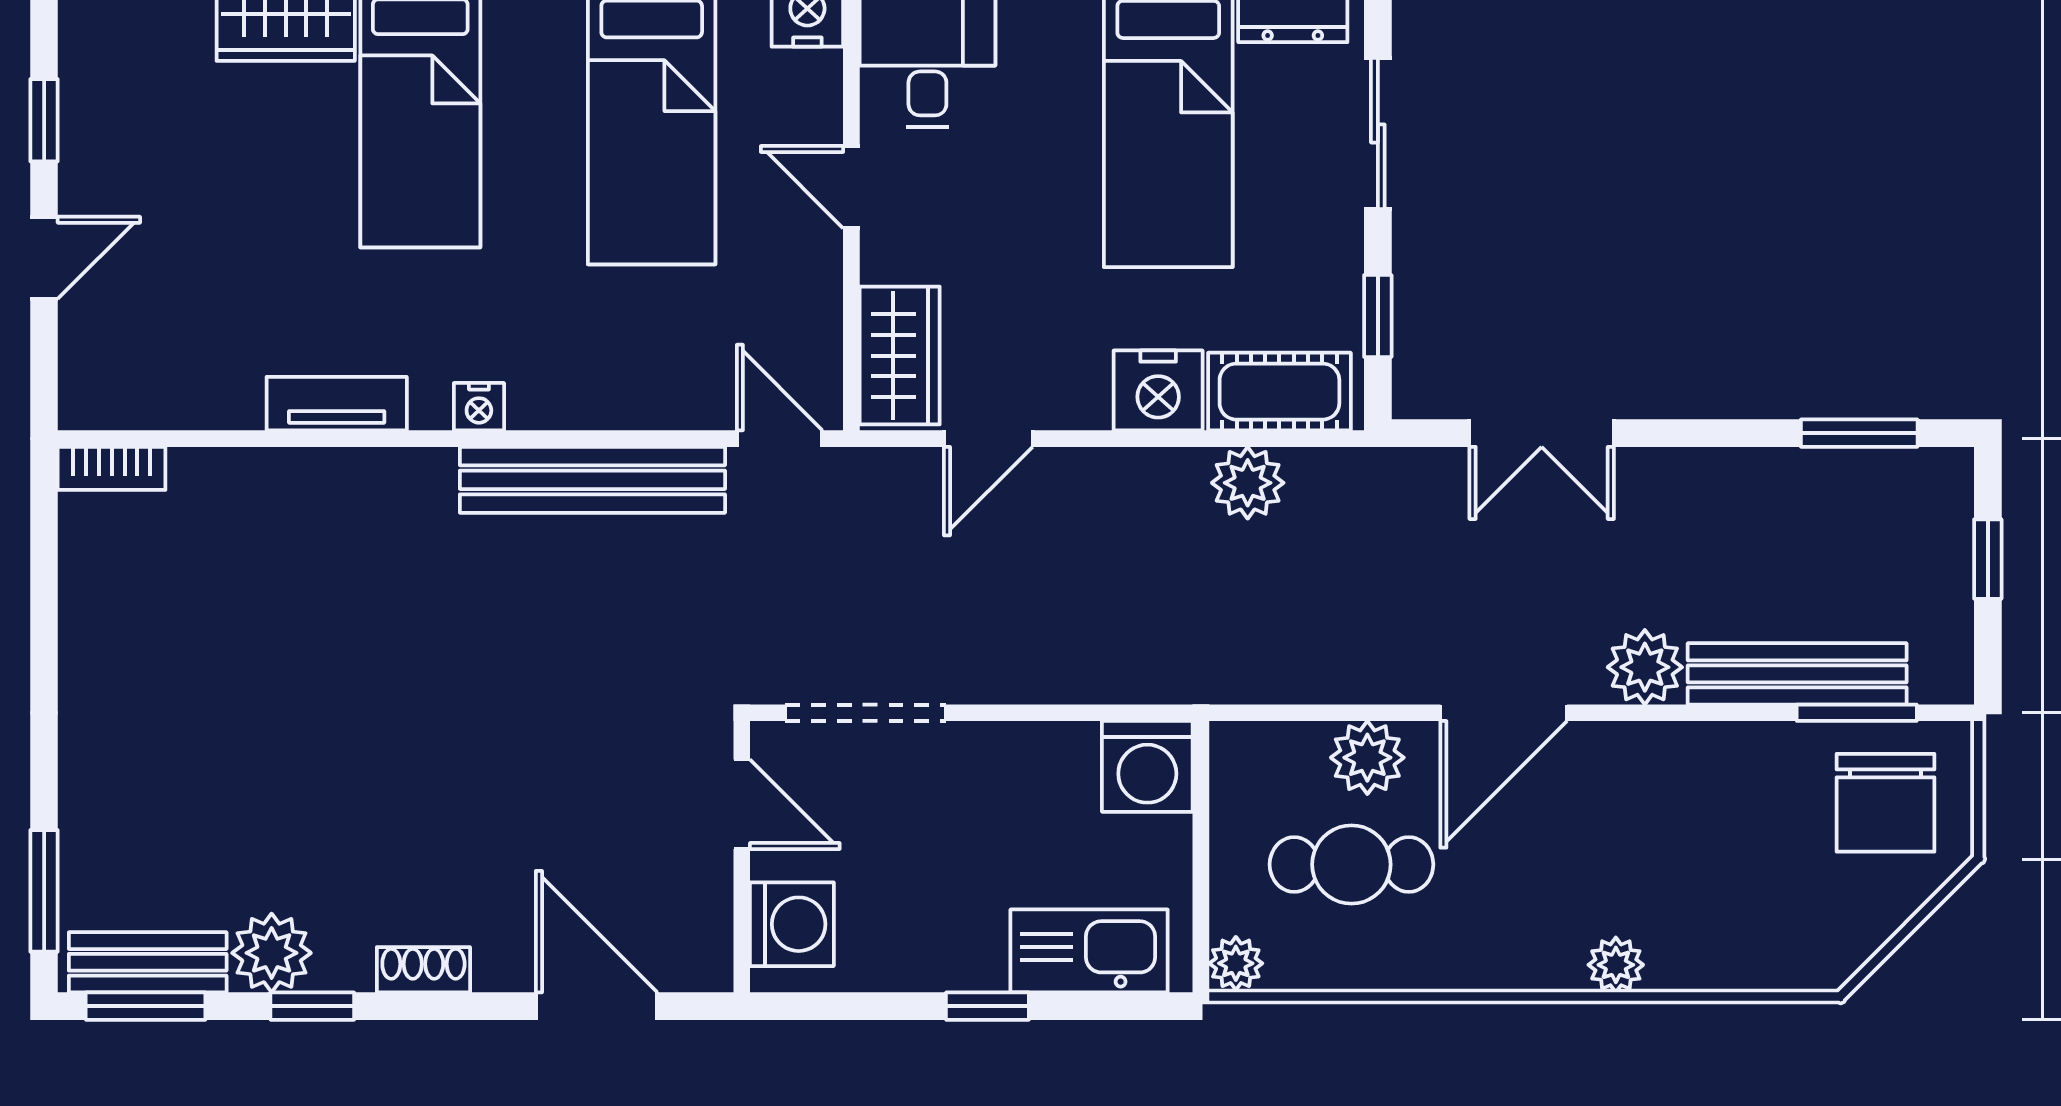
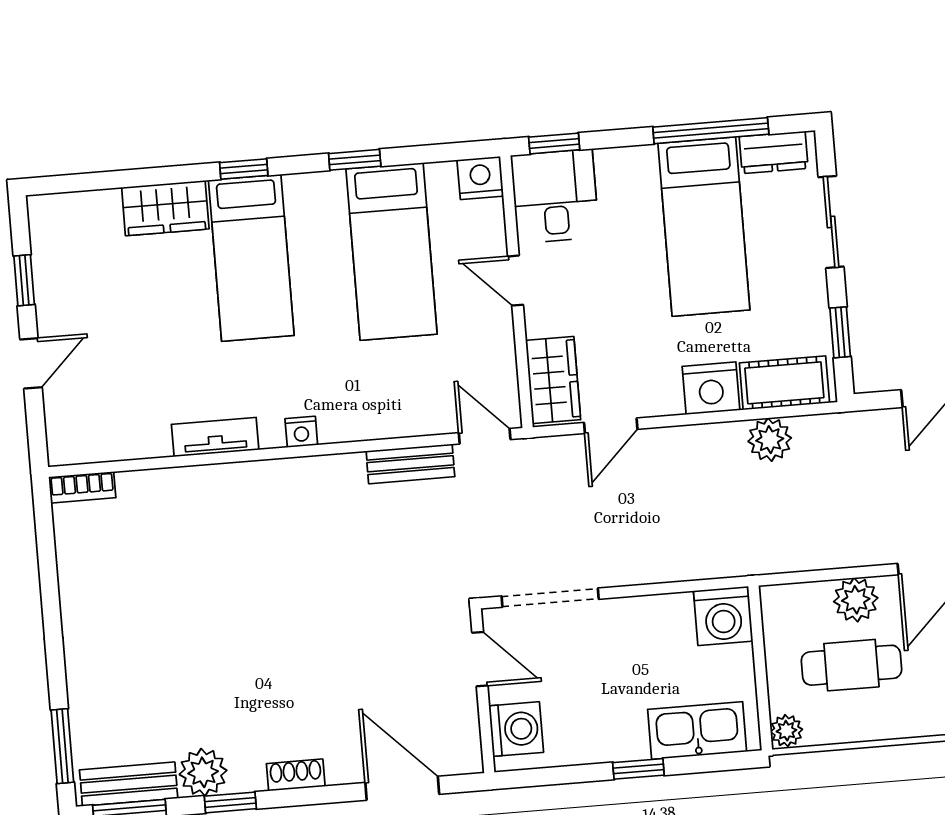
bench: (592, 480) -> (410, 464), width x0.54, depth x0.82

